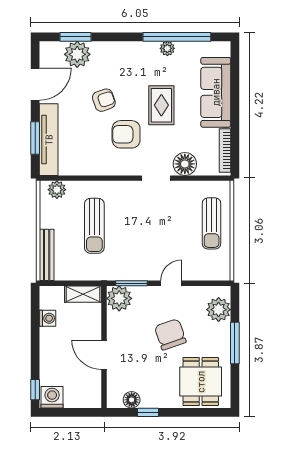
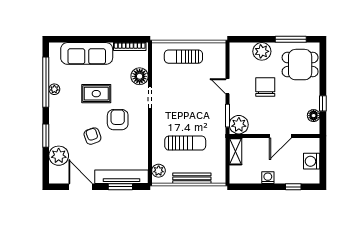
window: (75, 37) -> (46, 136), moved
armchair: (126, 134) -> (118, 120), turned 180
sun lounger: (212, 223) -> (183, 57), turned 180
bench: (47, 255) -> (192, 178), moved
plant: (219, 310) -> (262, 51), moved
washing machine: (47, 318) -> (268, 178), moved
chair: (170, 334) -> (265, 87), turned 109
window: (235, 343) -> (291, 39), moved
window: (35, 390) -> (293, 187), moved
washing machine: (52, 397) -> (312, 161), moved

